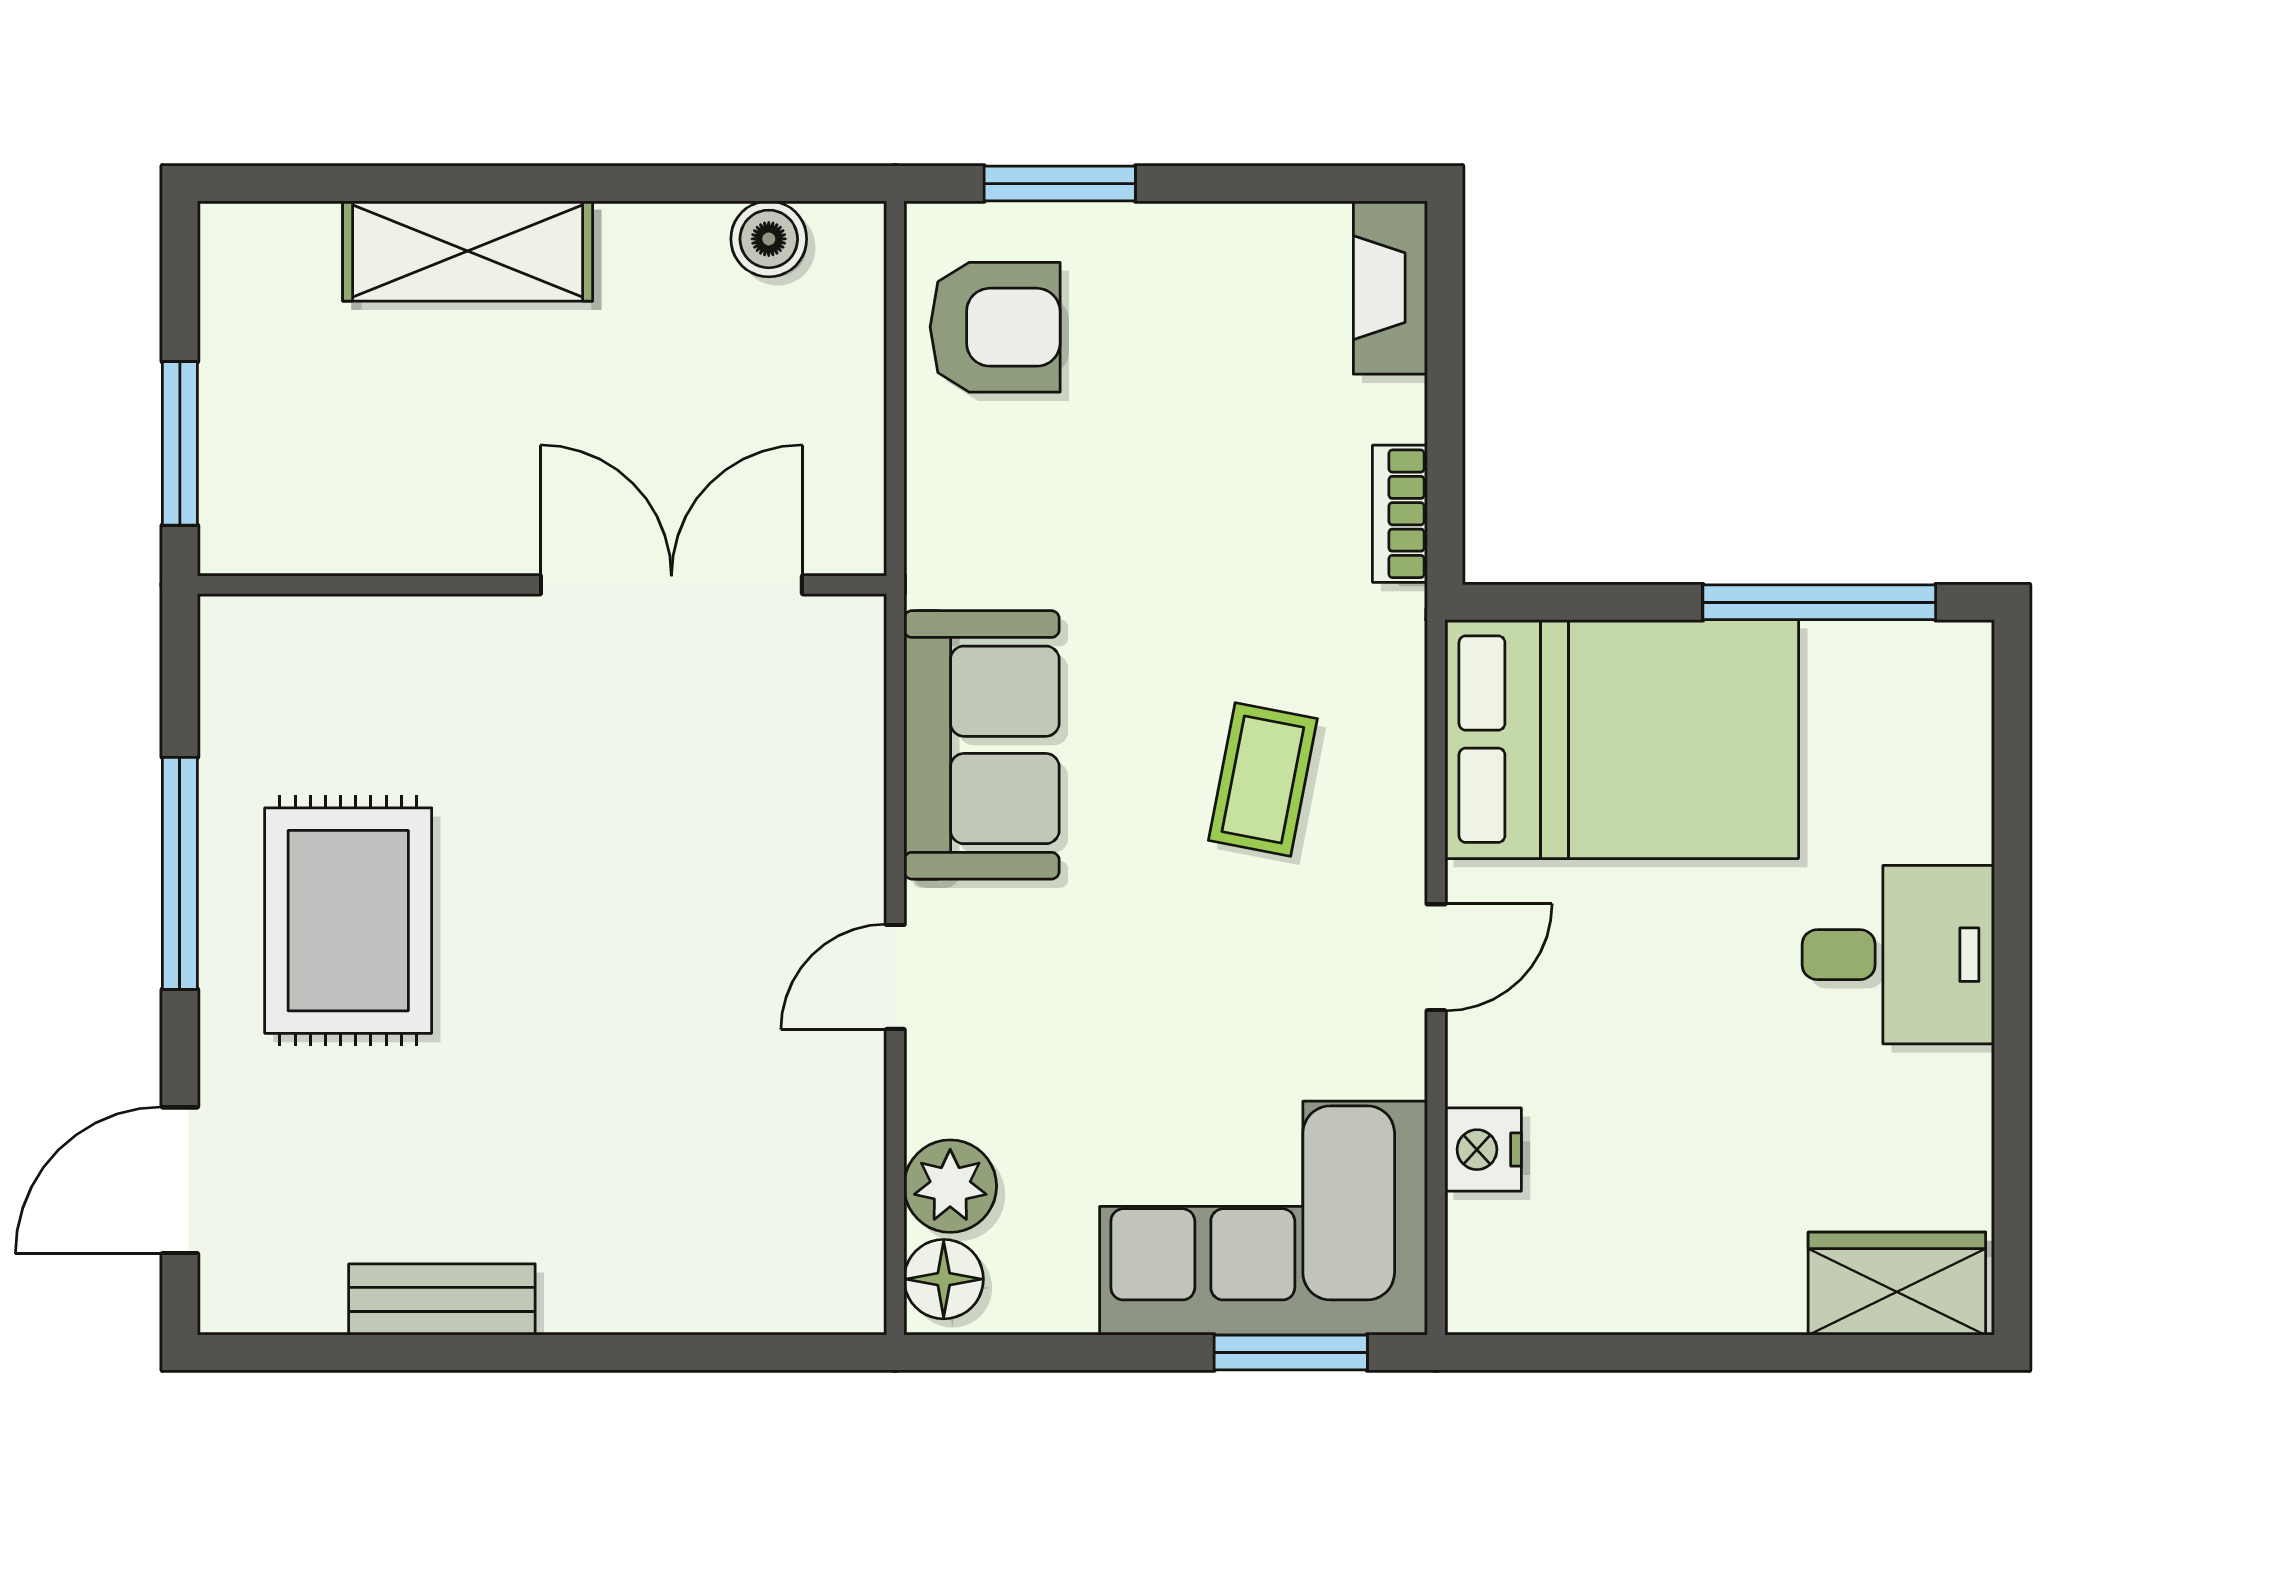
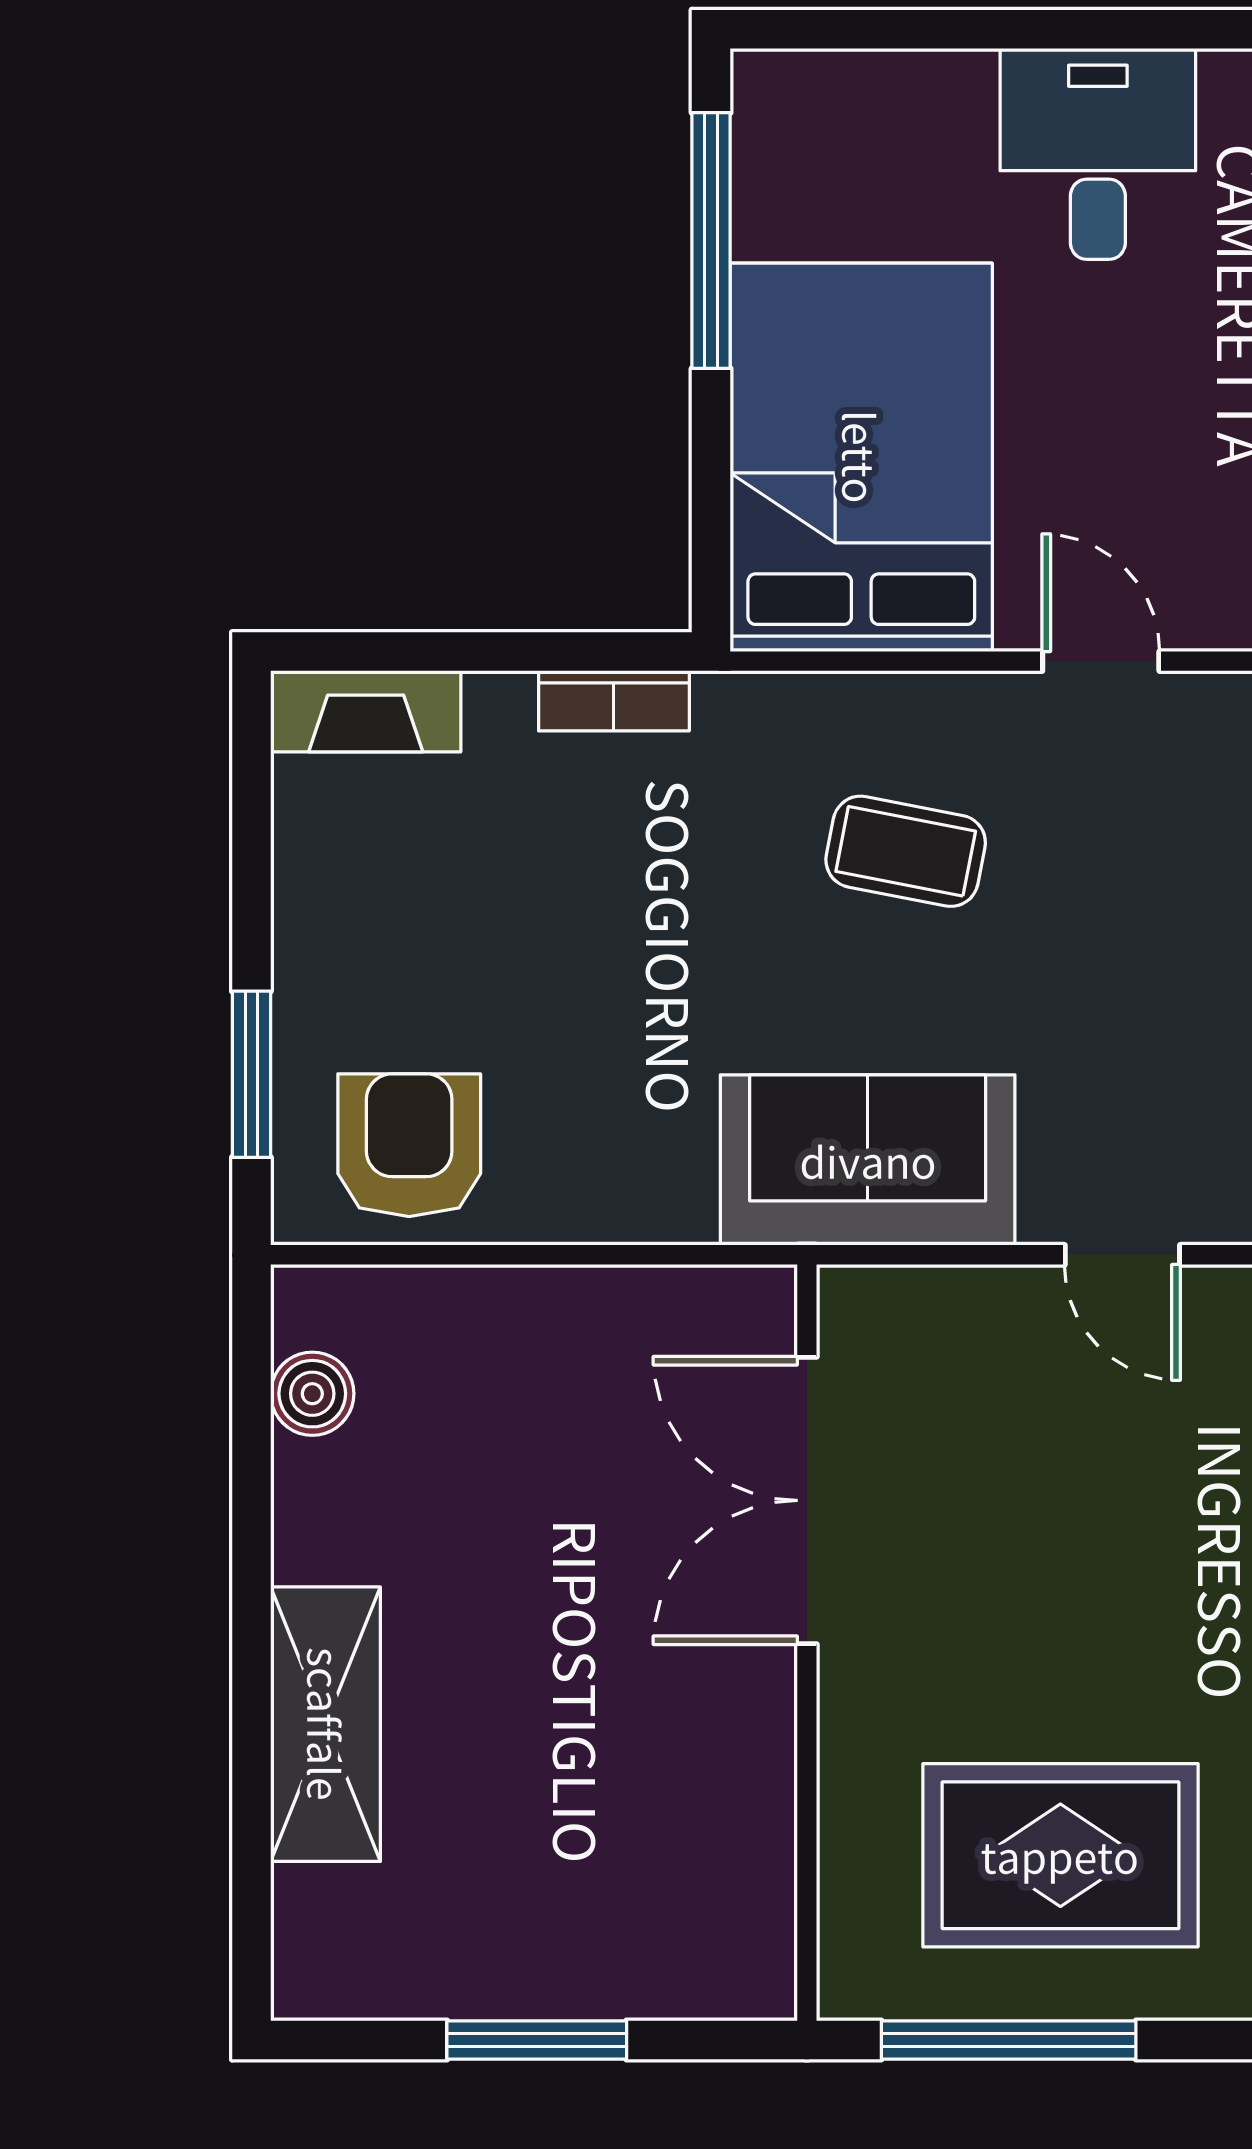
wall: (542, 585) -> (807, 1643), moved
double door: (671, 585) -> (807, 1500), moved

